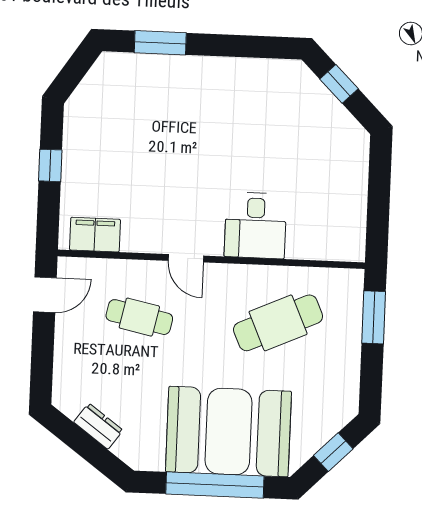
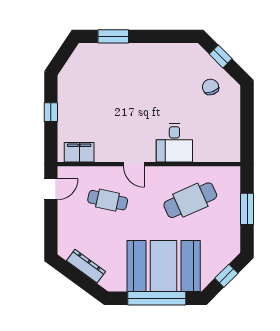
chair: (320, 134) -> (211, 87), added
window: (374, 317) -> (247, 209), moved
dresser: (98, 426) -> (86, 266), width x1.44

